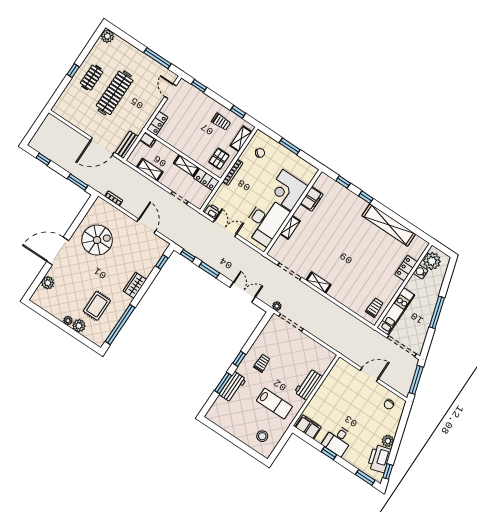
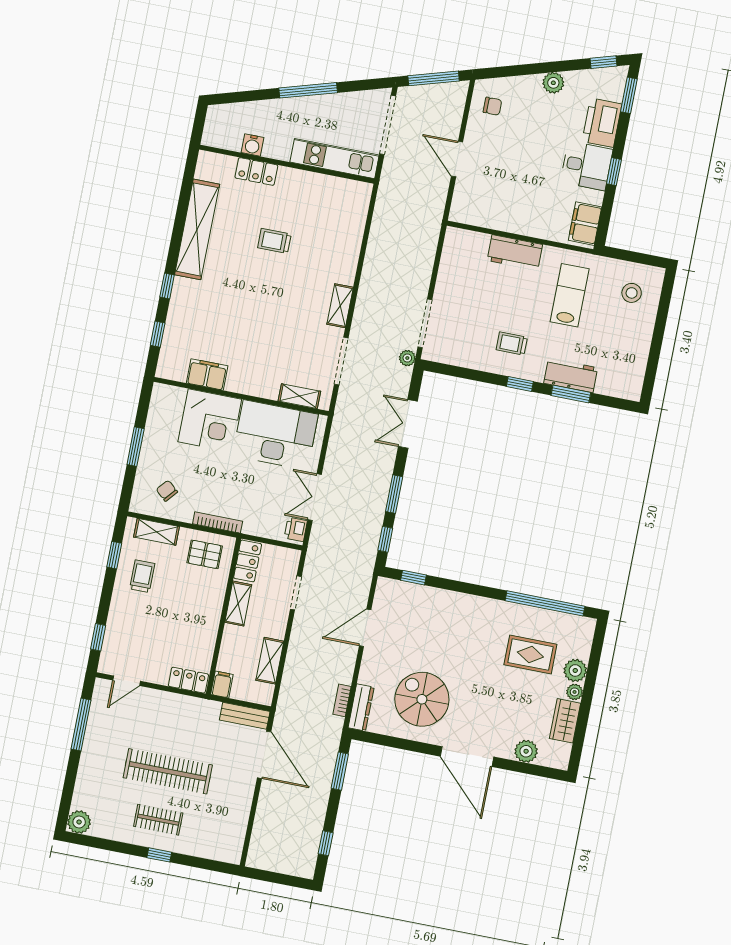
dresser: (106, 207) -> (361, 707), added
shelving: (290, 227) -> (299, 396), moved
plant: (432, 261) -> (227, 134), removed
wardrobe: (135, 285) -> (565, 721), moved, turned 90
trolley: (375, 308) -> (274, 241), moved
printer: (379, 459) -> (602, 123), moved, turned 107

